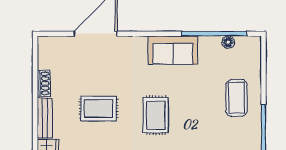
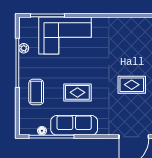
sofa: (173, 50) -> (74, 125), width x1.36
rug: (156, 115) -> (77, 92), moved, turned 90

